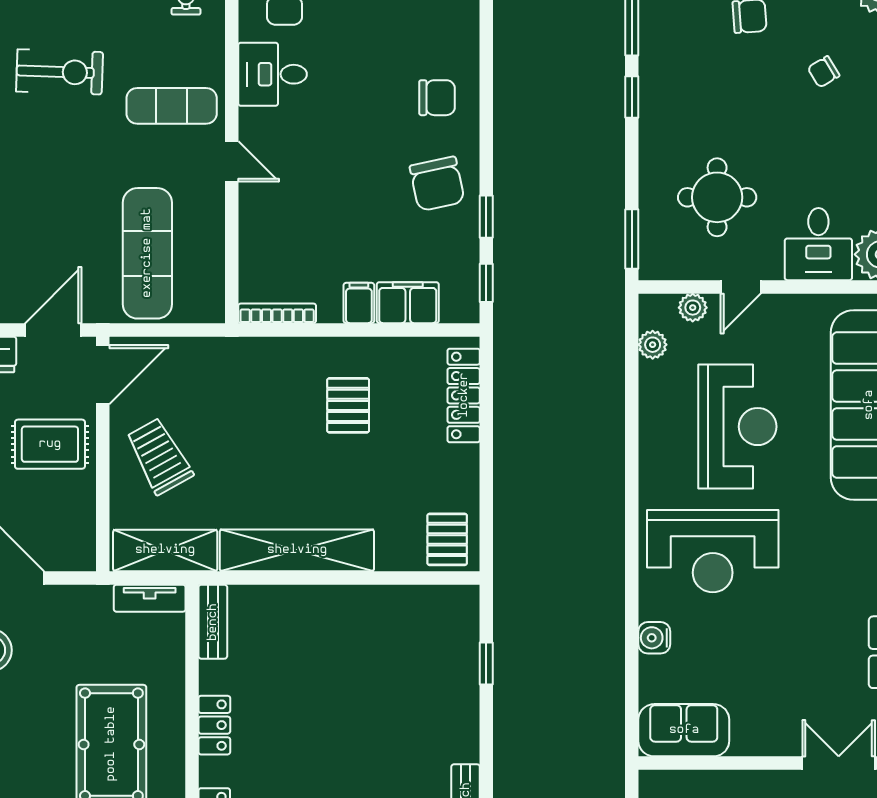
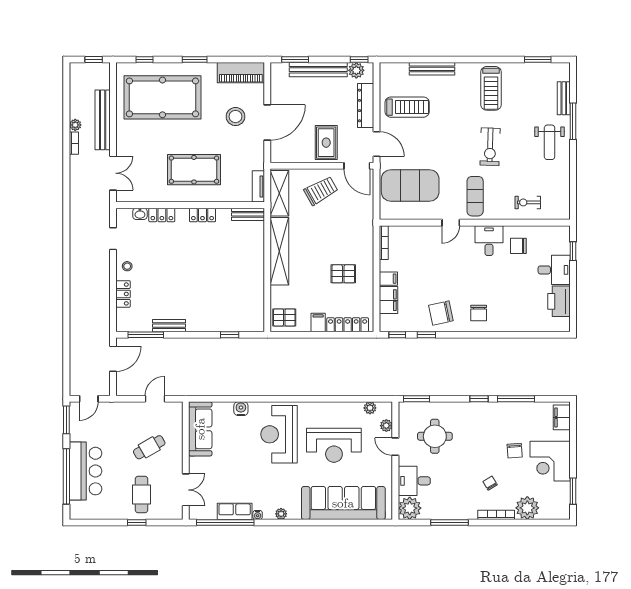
exercise mat: (147, 253) -> (410, 185), width x1.47
filing cabinet: (459, 462) -> (318, 322), added
sofa: (684, 730) -> (200, 429), width x1.36

